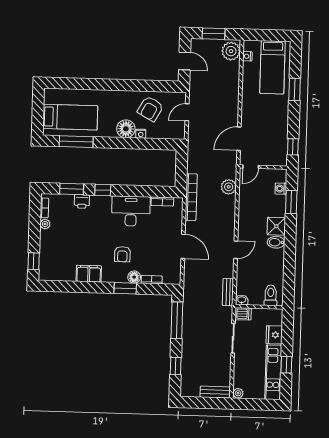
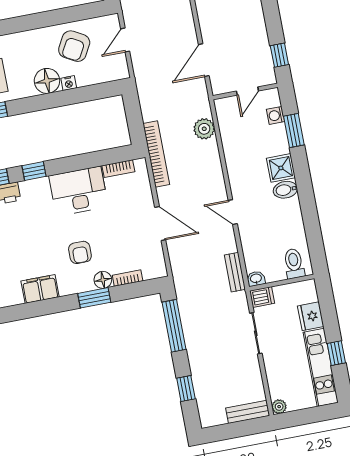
door: (251, 167) -> (247, 91), moved
door: (236, 250) -> (233, 212), swing flipped

